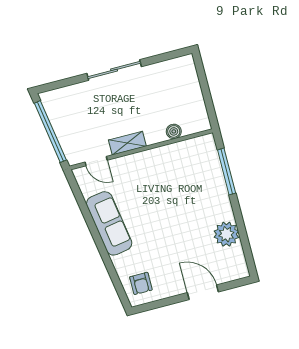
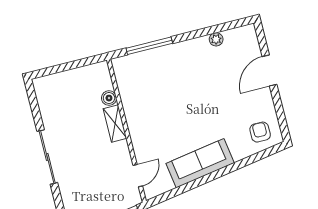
shelving: (127, 143) -> (115, 123), moved
plant: (226, 234) -> (216, 39), width x0.53, depth x0.53
armchair: (141, 283) -> (260, 132), turned -90

